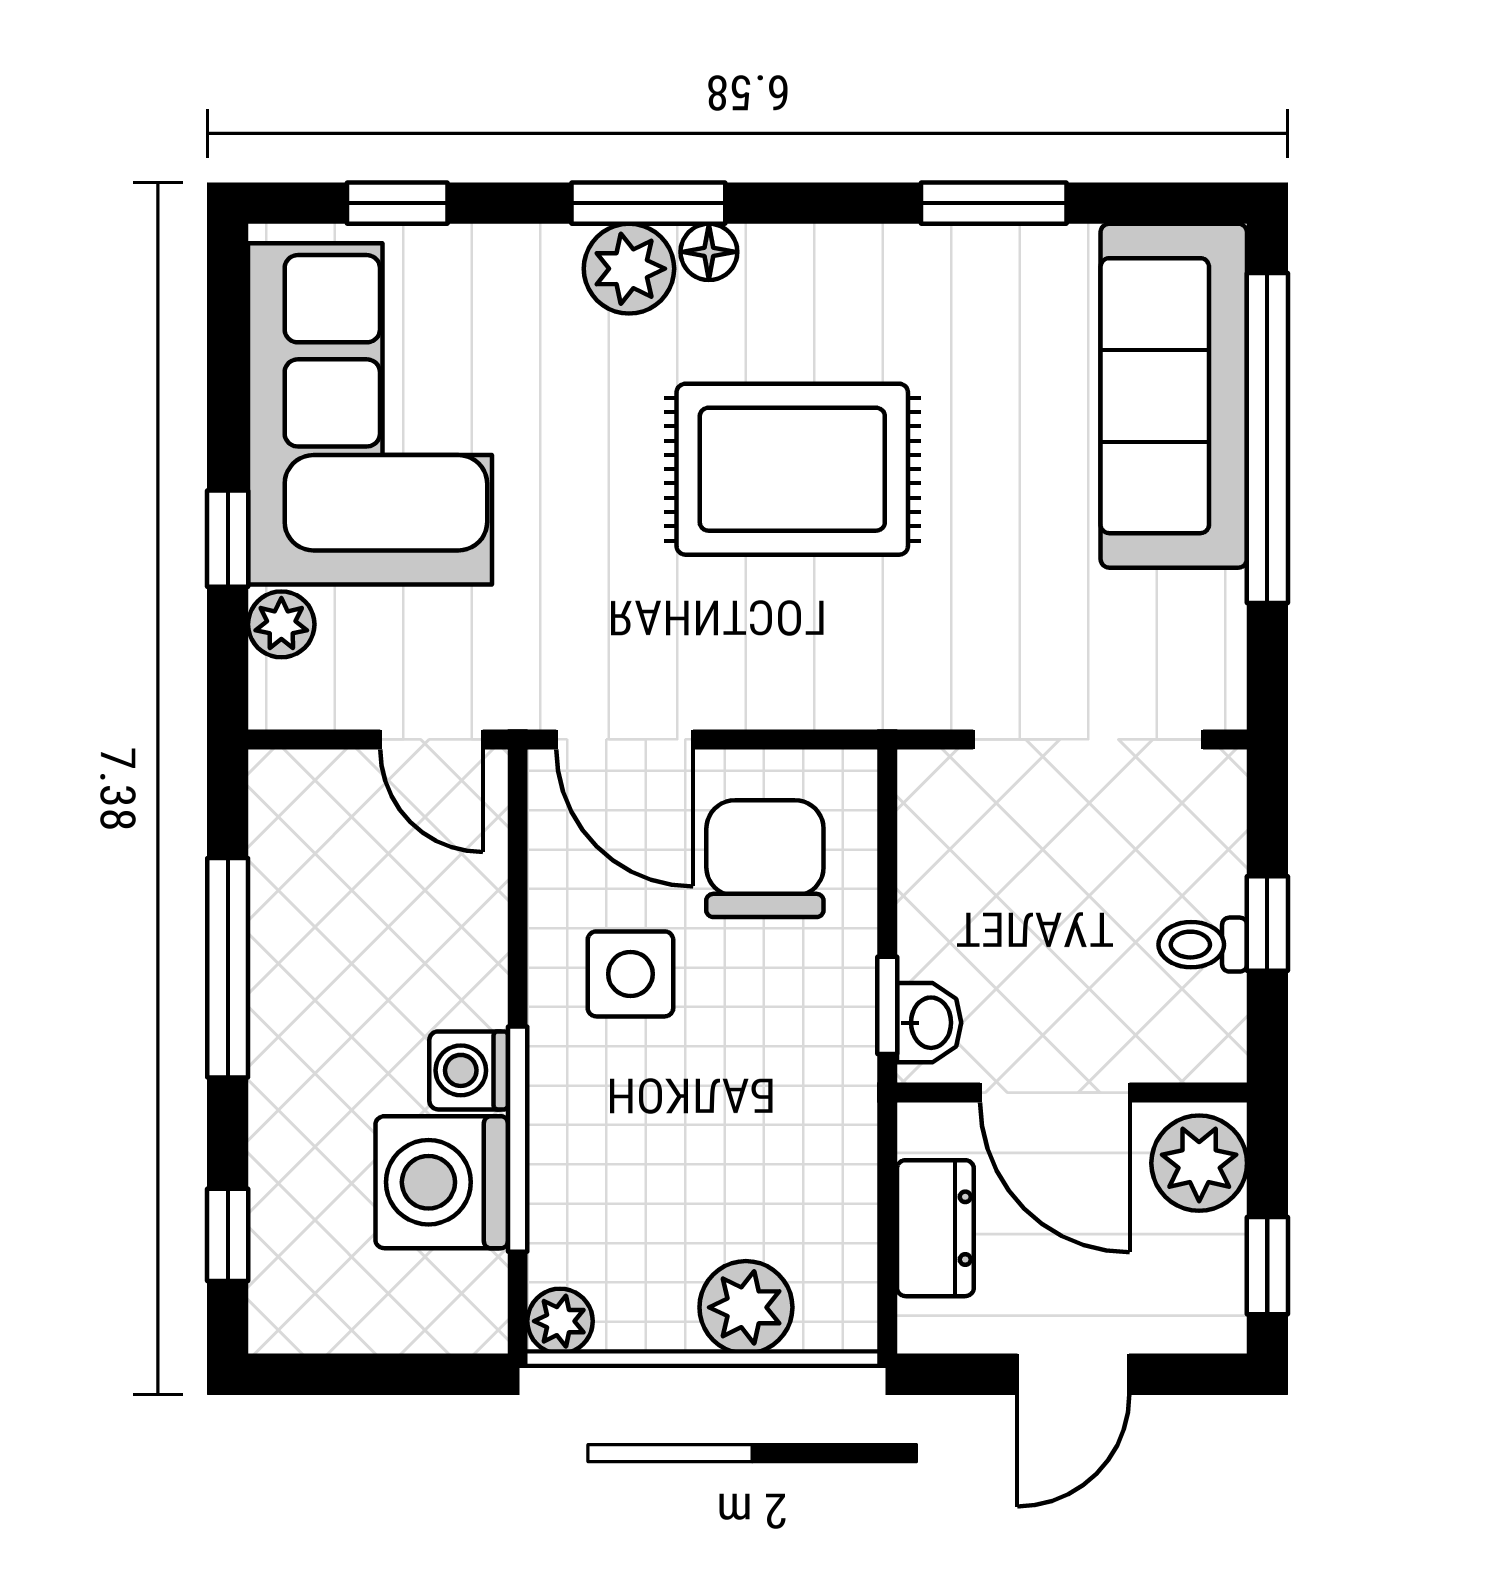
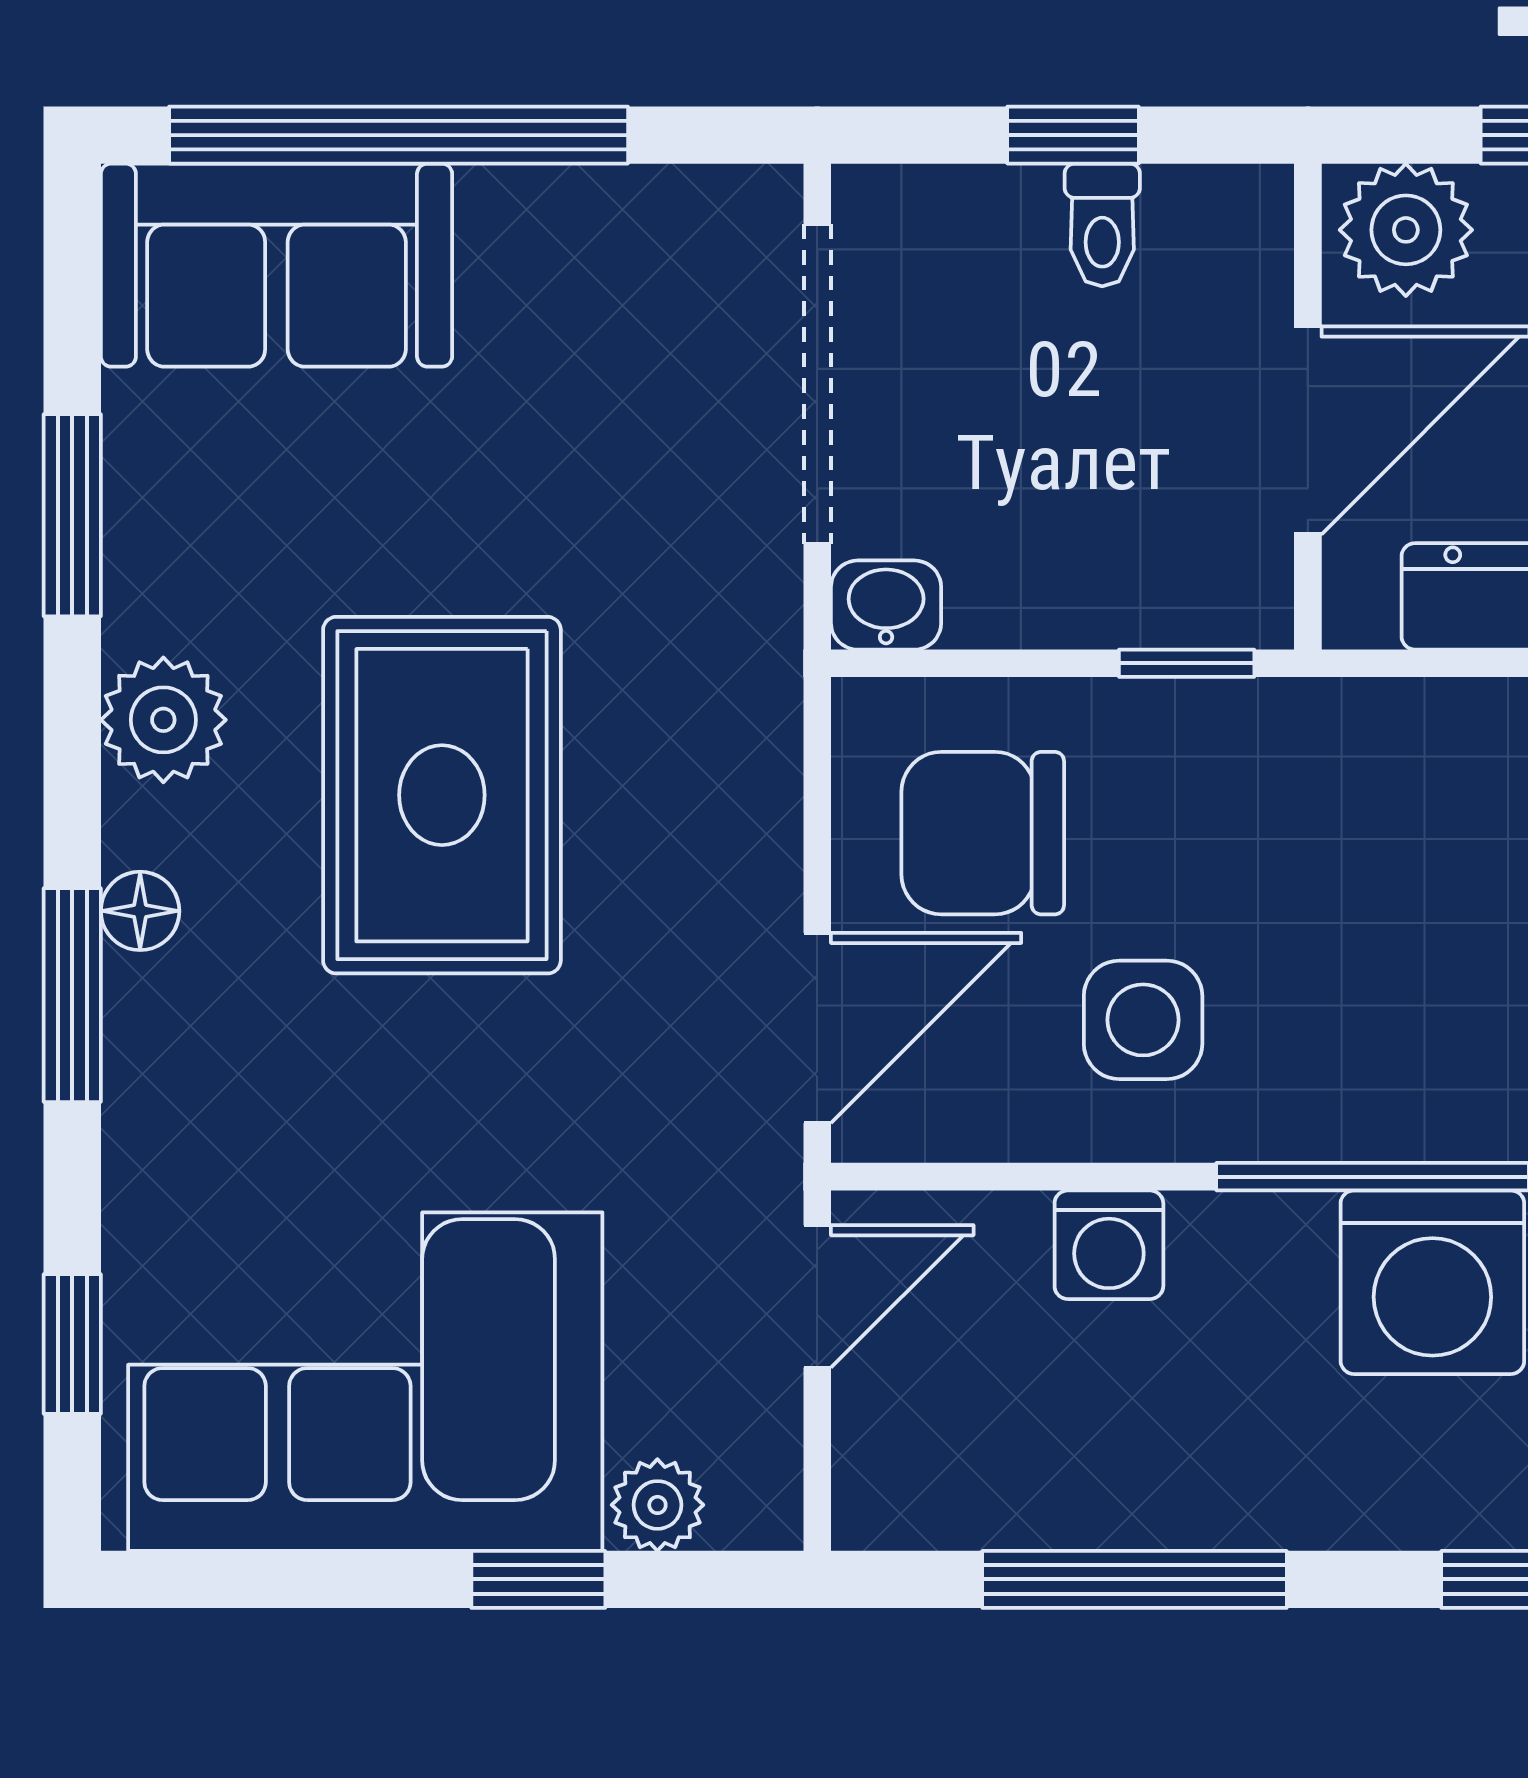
plant: (629, 269) -> (163, 720), moved
sofa: (1174, 396) -> (276, 265), width x0.73
washbasin: (929, 1023) -> (886, 605), moved
washing machine: (469, 1070) -> (1109, 1245), moved

